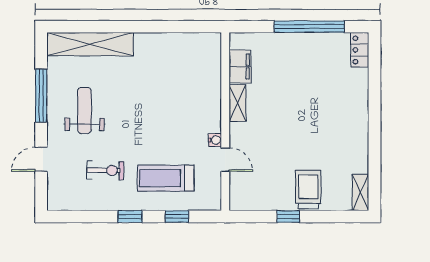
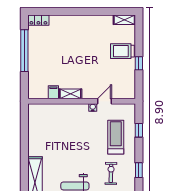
filing cabinet: (240, 67) -> (53, 92), width x0.50
treadmill: (166, 178) -> (116, 137), turned 180
window: (130, 217) -> (139, 170), moved

